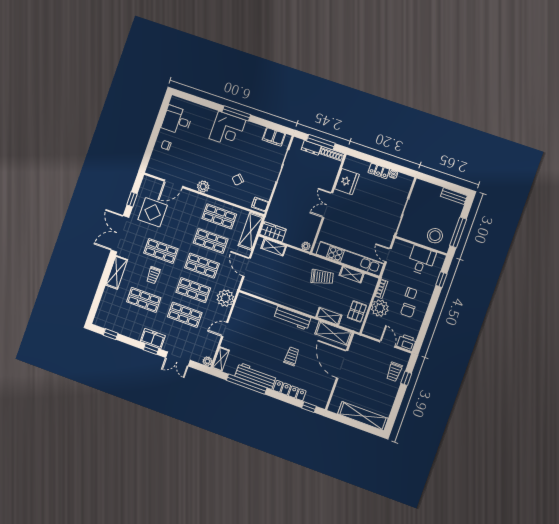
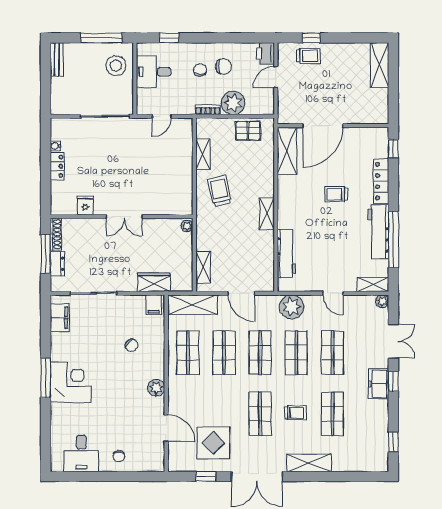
fridge: (347, 182) -> (85, 205), width x0.53, depth x0.75
wardrobe: (273, 232) -> (154, 282), moved, turned 90
kitchen unit: (350, 259) -> (183, 163), removed
door: (247, 267) -> (241, 293), hinge flipped
shelving: (329, 316) -> (267, 214), moved
workbench: (292, 318) -> (286, 253), moved
shelving: (363, 416) -> (380, 65), width x0.68

